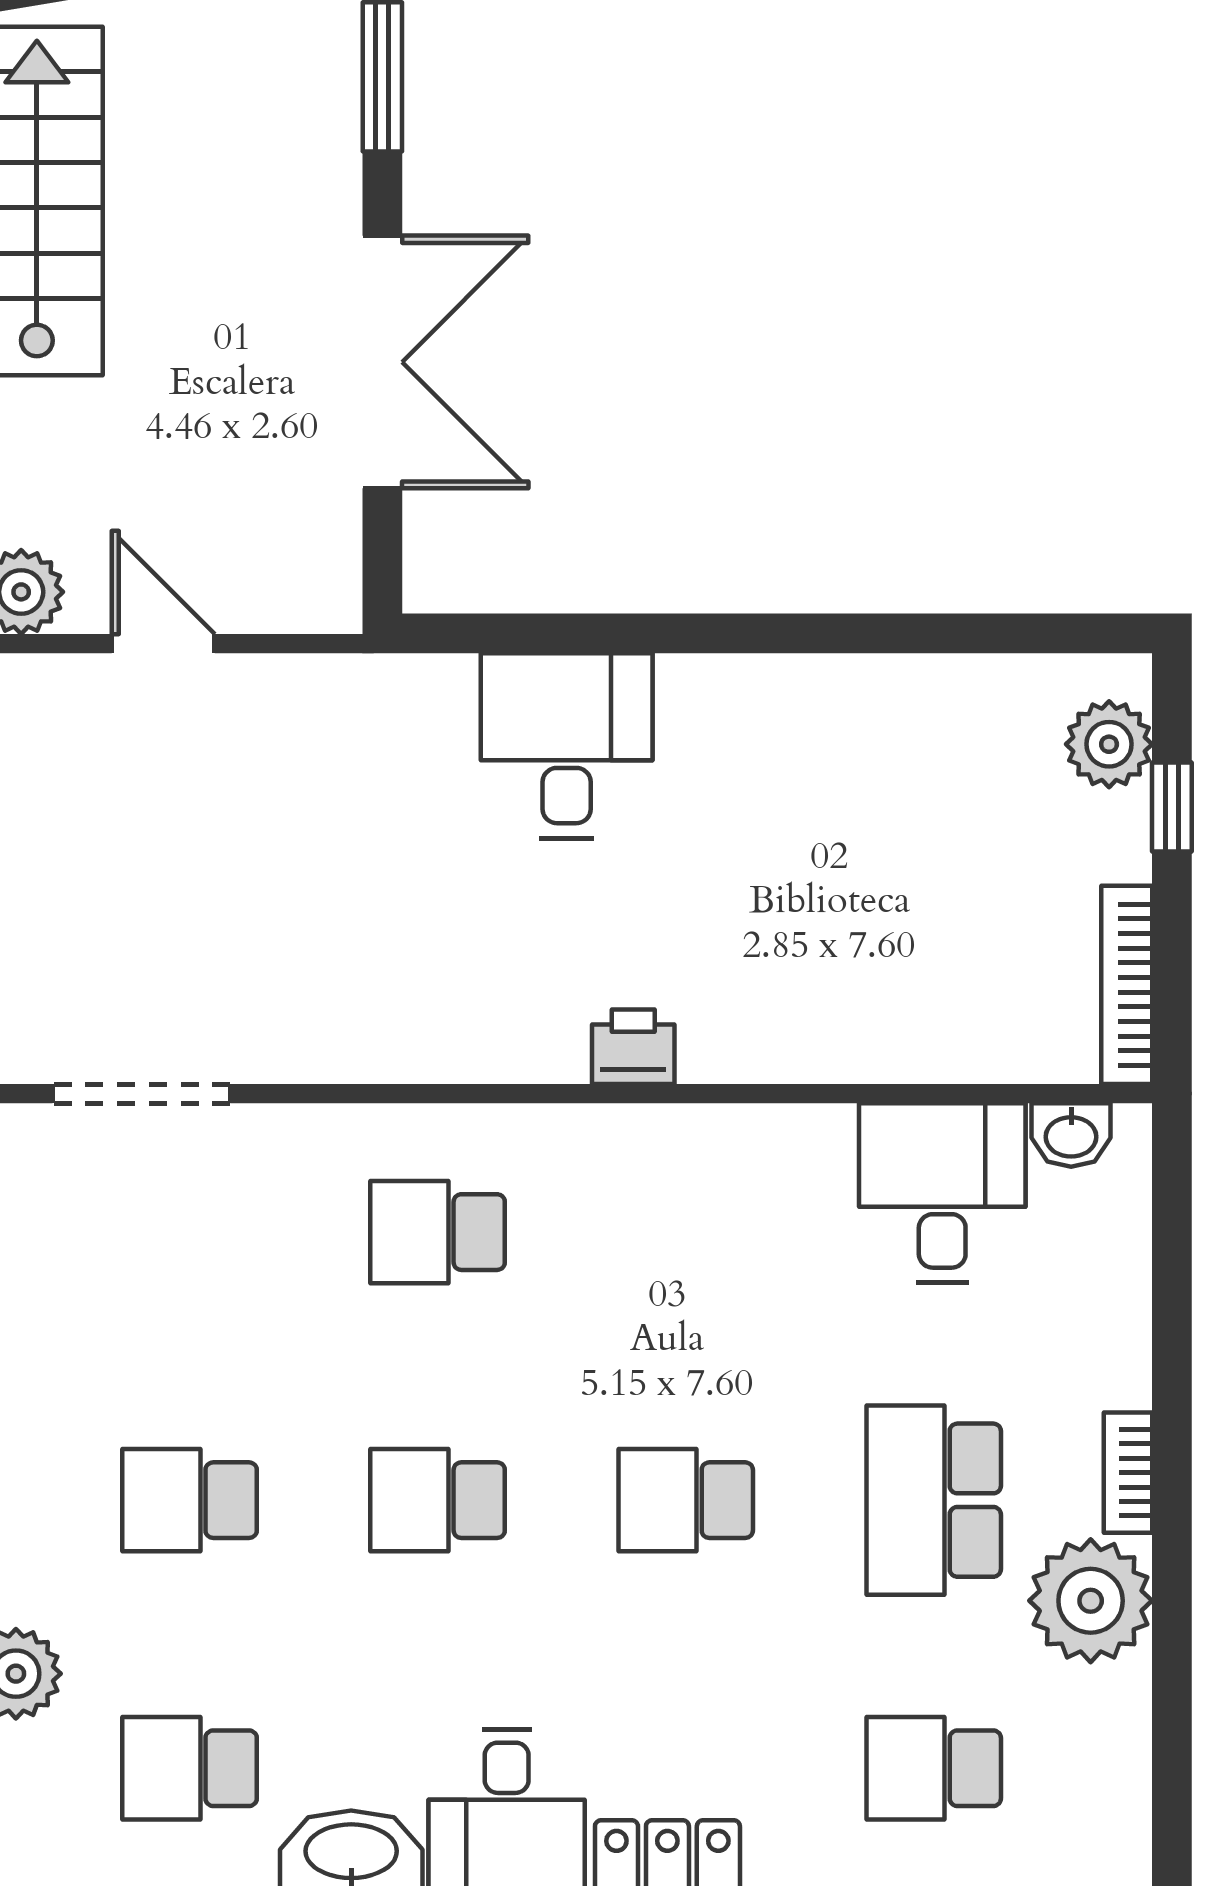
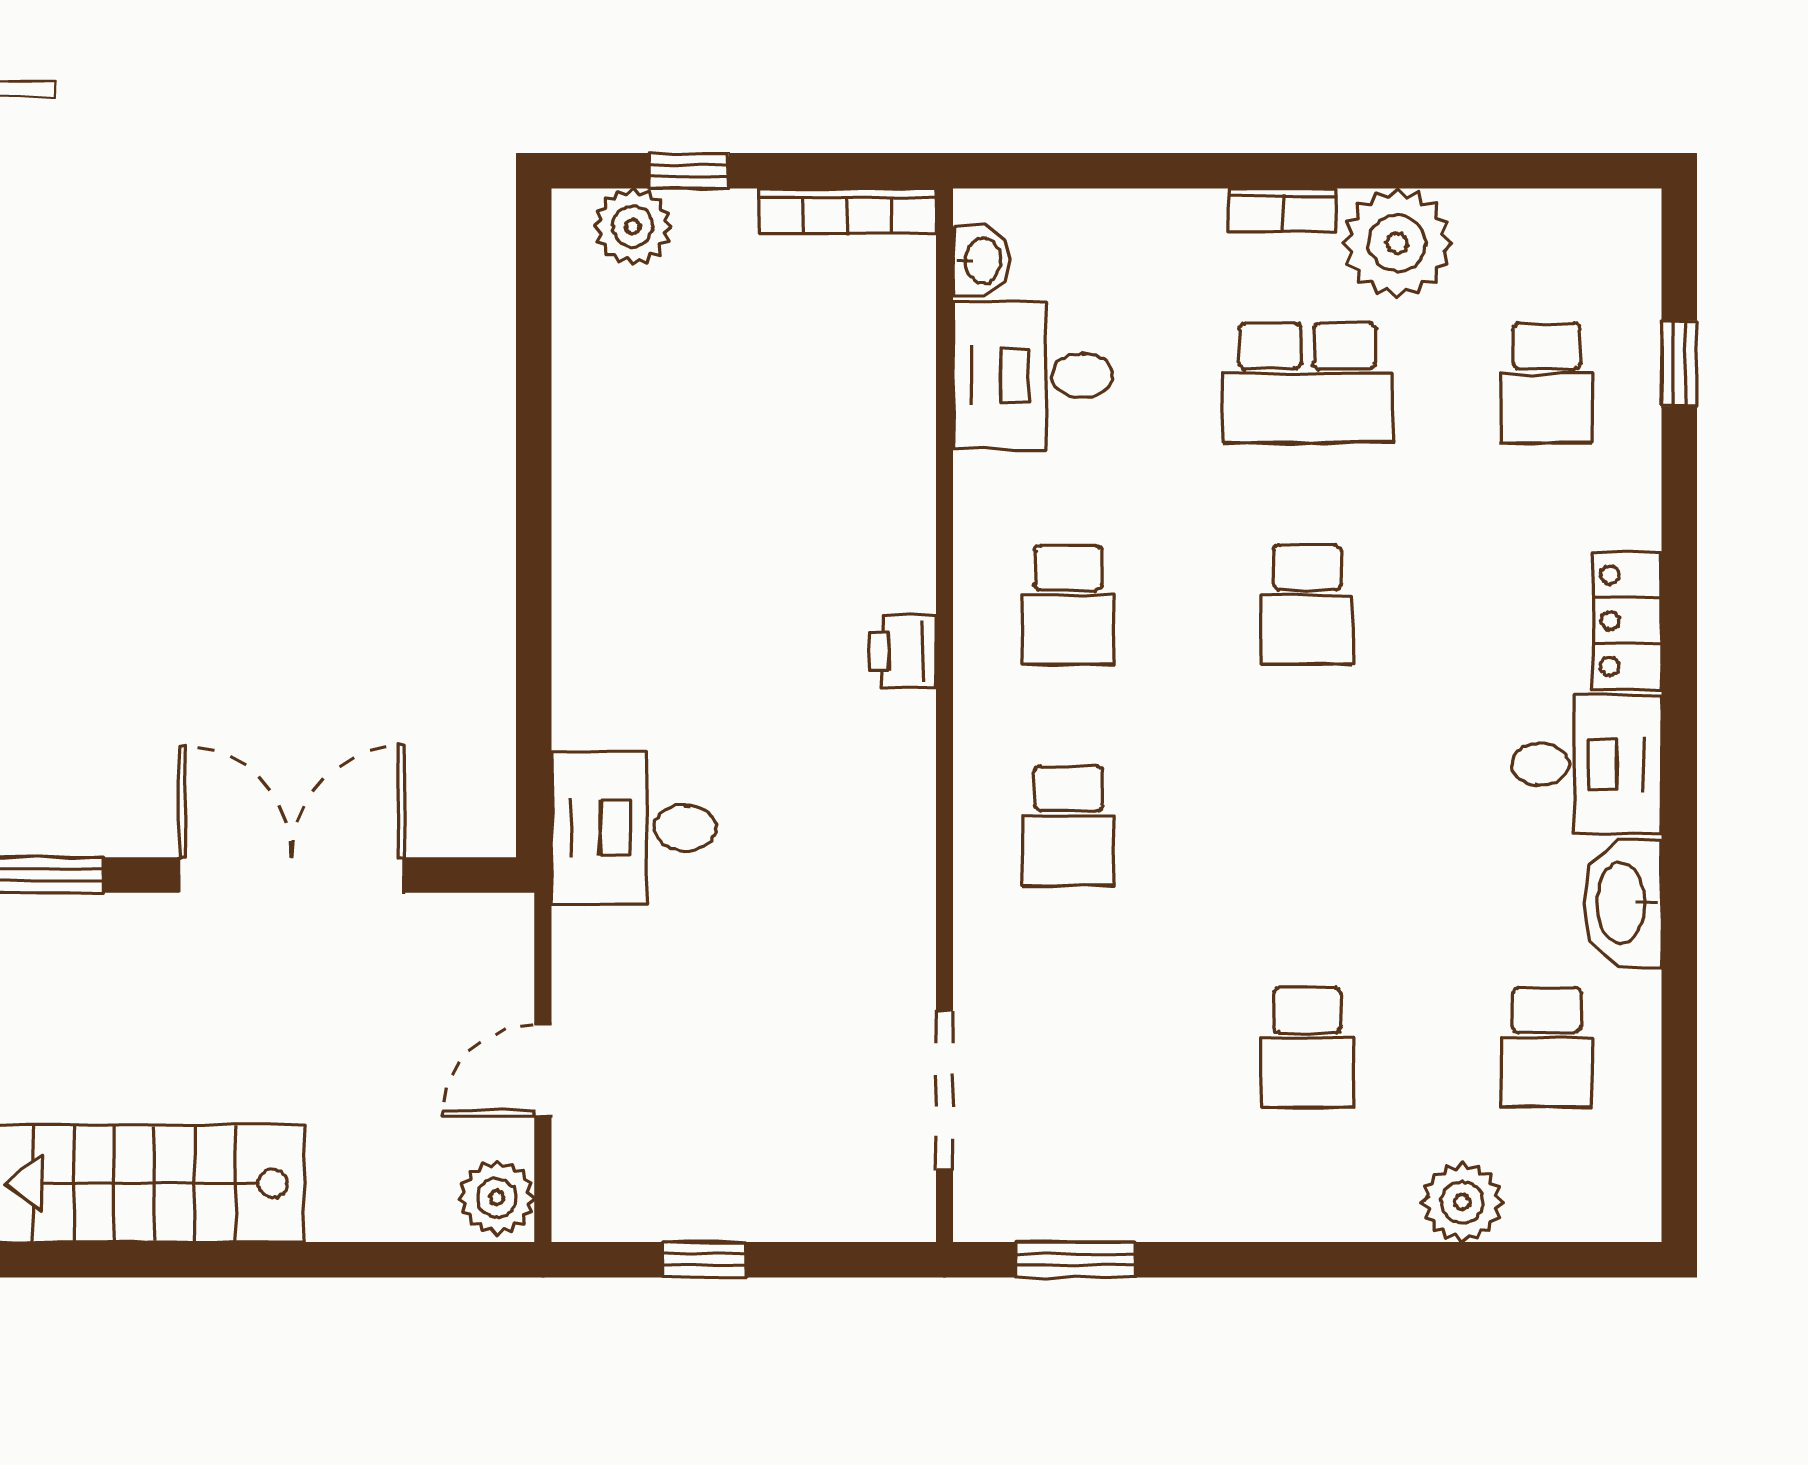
desk: (567, 746) -> (634, 828), moved
school desk: (438, 1500) -> (1068, 605), moved

